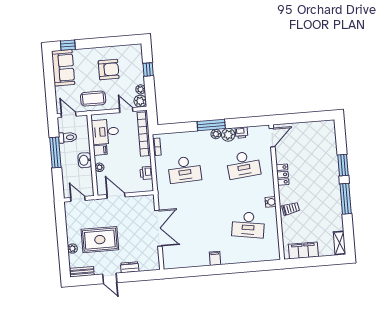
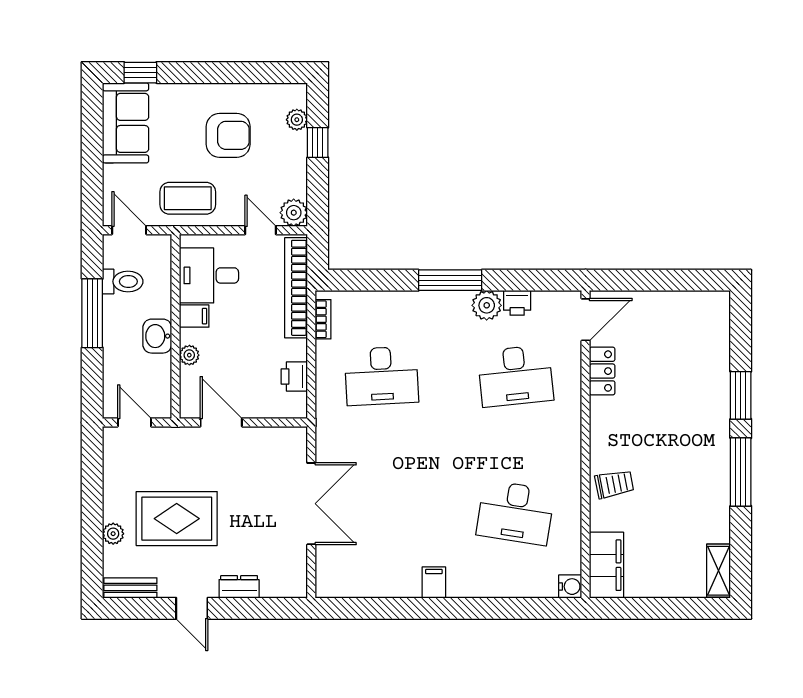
plant: (141, 89) -> (297, 120), moved
plant: (216, 134) -> (459, 301), removed
locker: (282, 175) -> (602, 371), moved
water cooler: (271, 202) -> (570, 587), moved
filing cabinet: (303, 250) -> (606, 565), moved, turned 90

